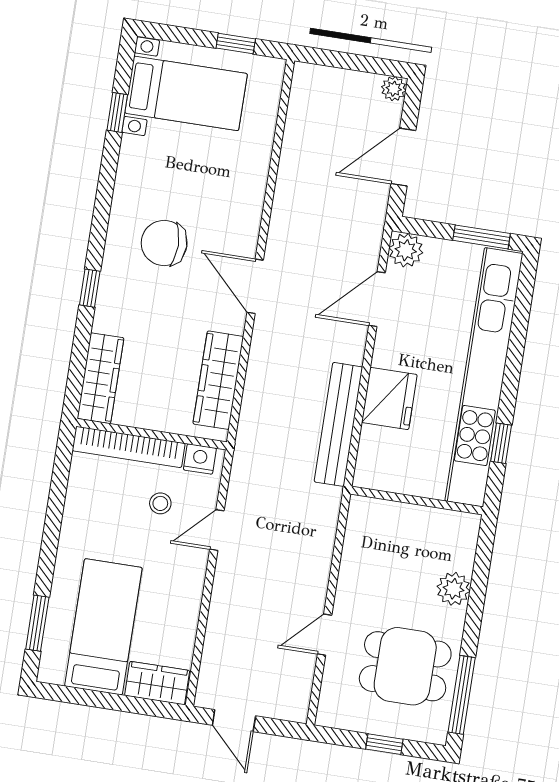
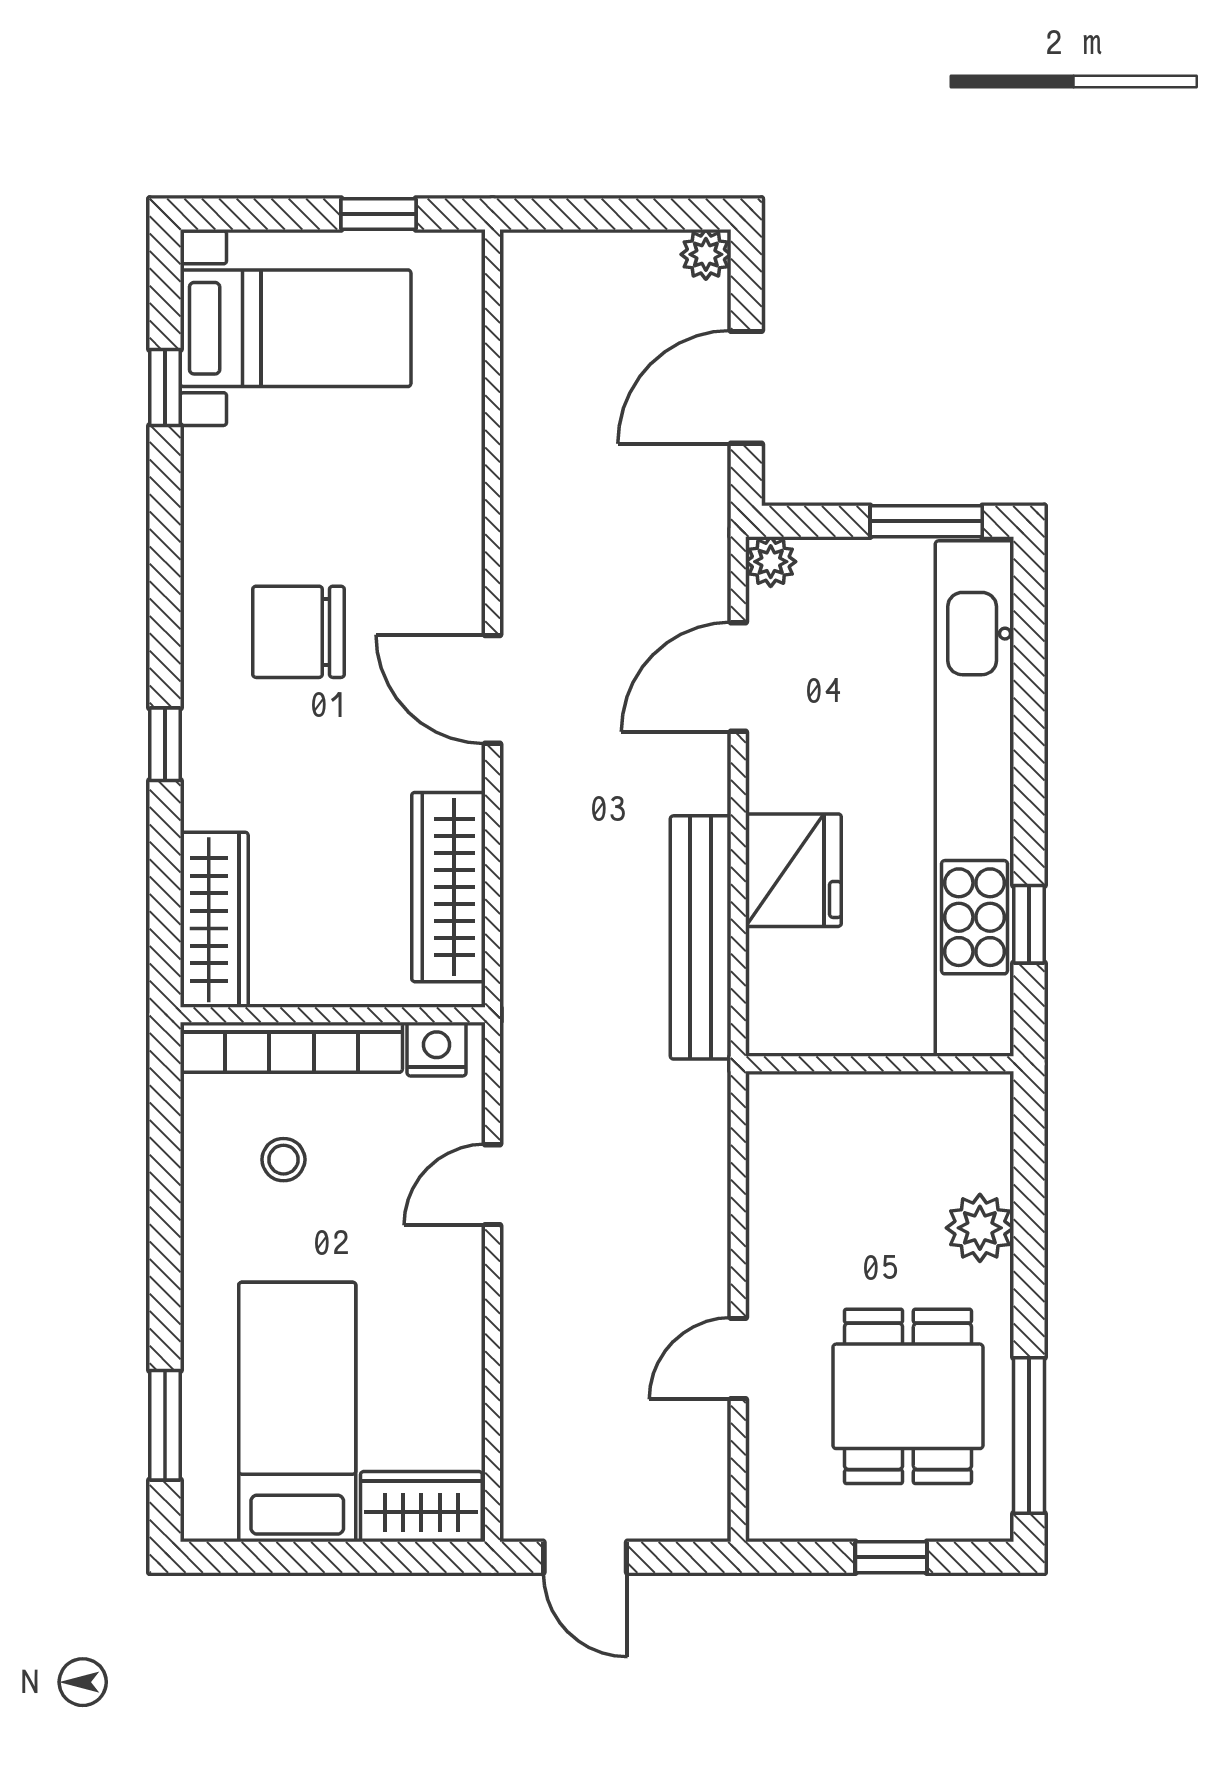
plant: (406, 250) -> (771, 562), width x0.73, depth x0.73
stool: (160, 503) -> (283, 1160), moved
dining table: (405, 666) -> (908, 1396), turned 90

